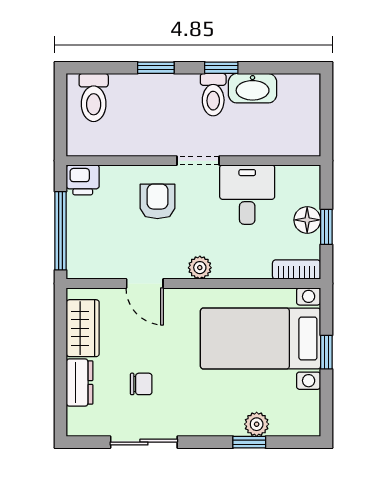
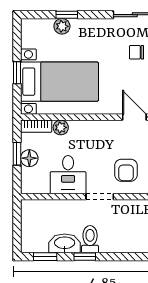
window: (156, 68) -> (45, 257), moved
plant: (200, 268) -> (61, 127), moved

